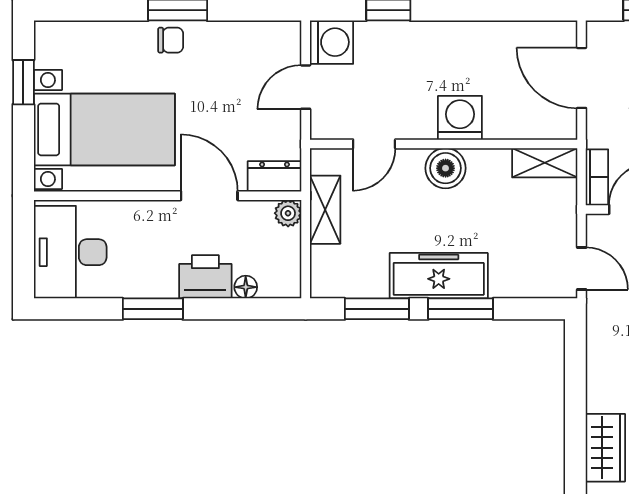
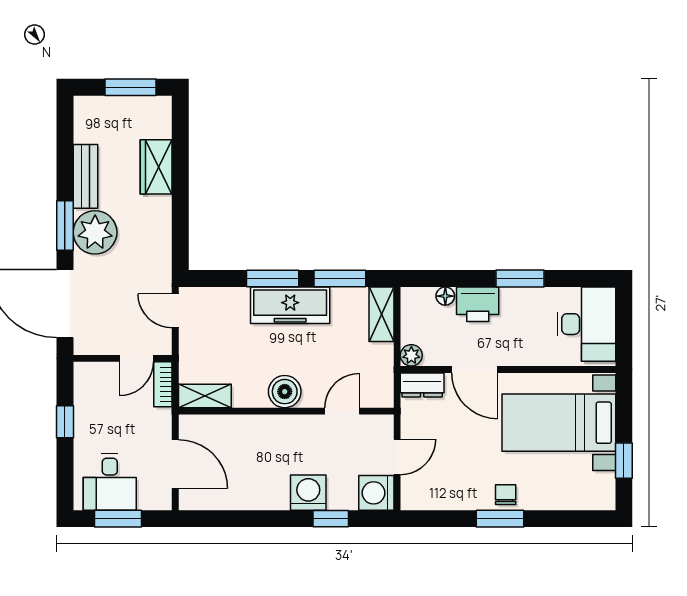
chair: (171, 40) -> (506, 495), turned 90
washing machine: (460, 118) -> (308, 493), moved, turned 180
shelving: (325, 210) -> (381, 314), moved

